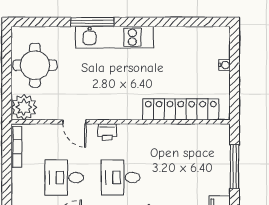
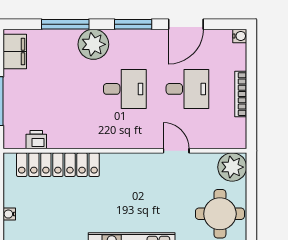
printer: (107, 132) -> (36, 140), moved
bookcase: (16, 147) -> (241, 94), moved

